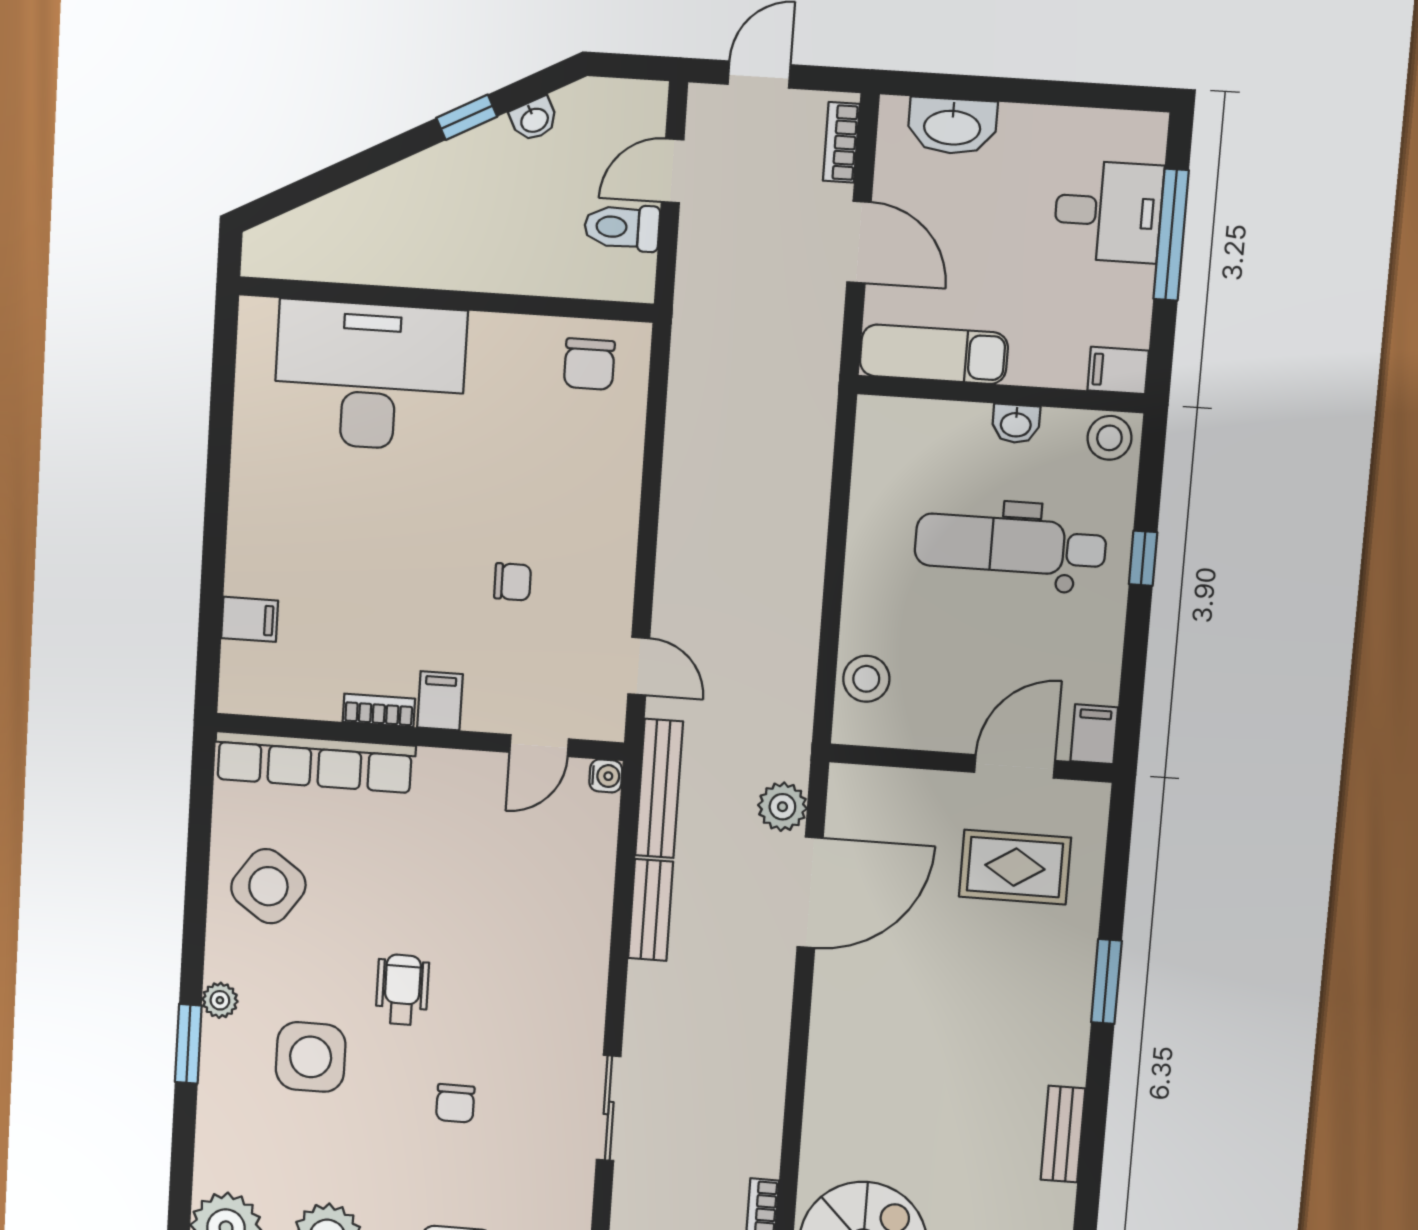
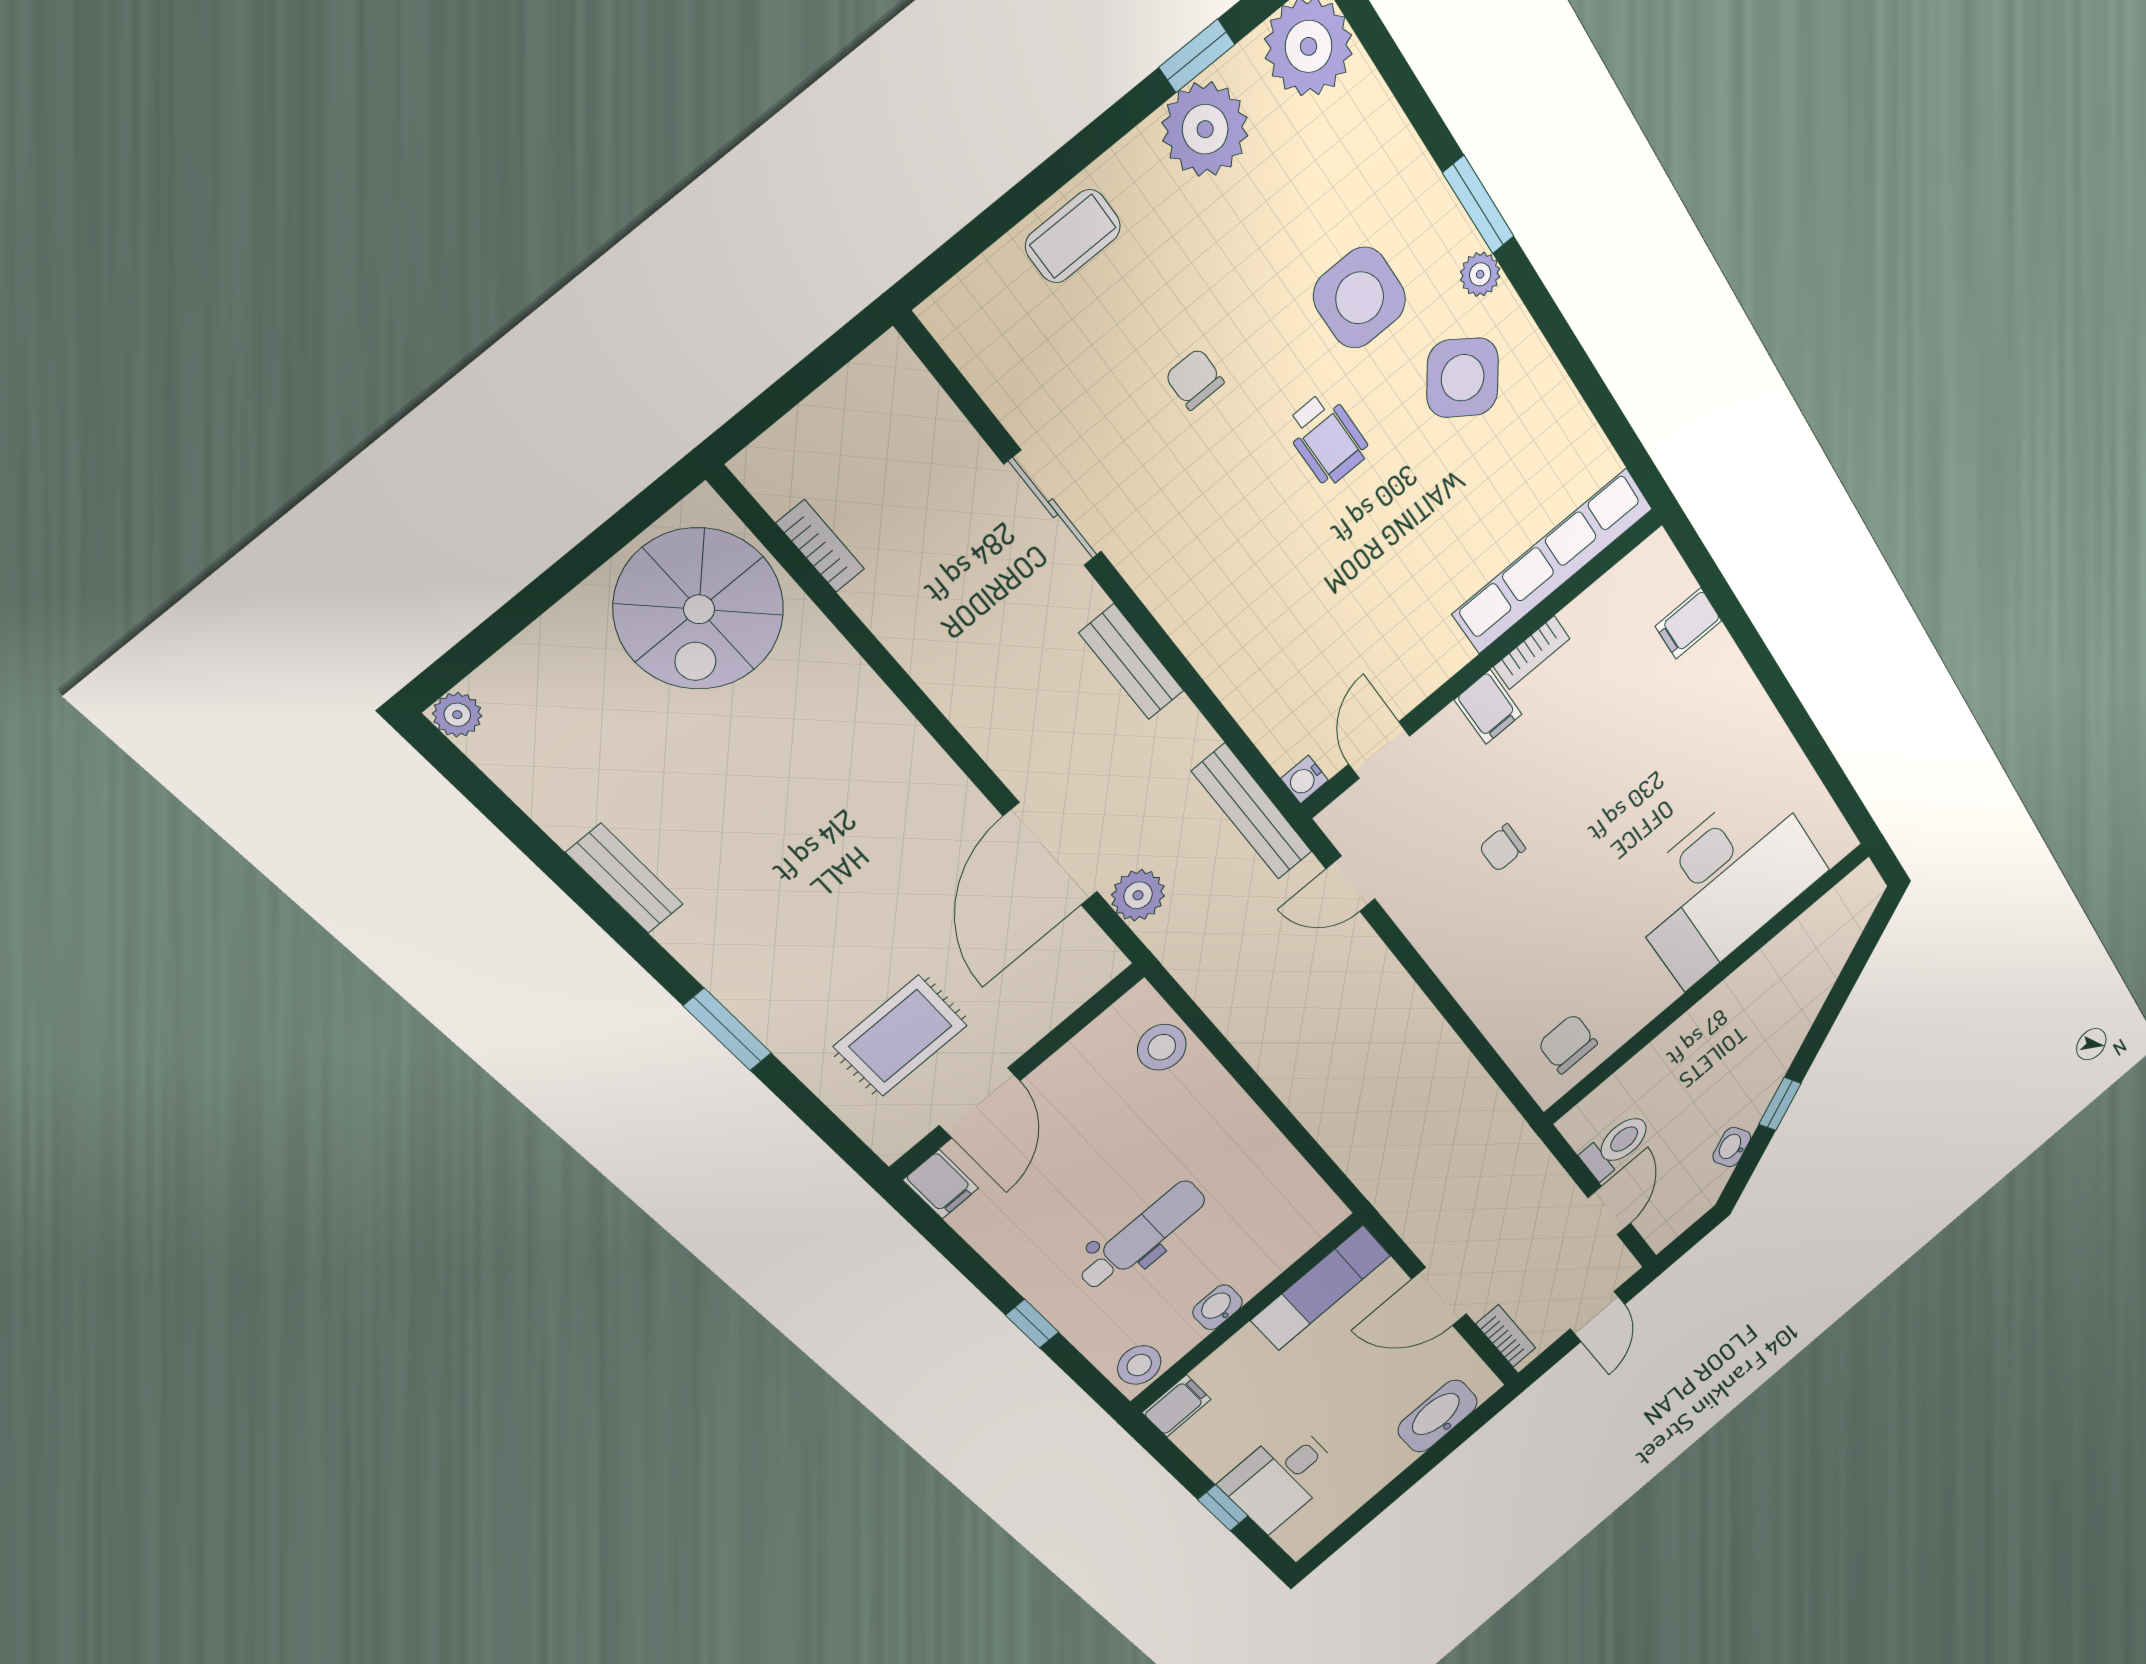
window: (1171, 235) -> (1223, 1508), width x0.46
dental chair: (1010, 545) -> (1142, 1235), width x0.73, depth x0.72
side table: (268, 886) -> (1463, 378), moved
bench: (651, 910) -> (1132, 662), moved

